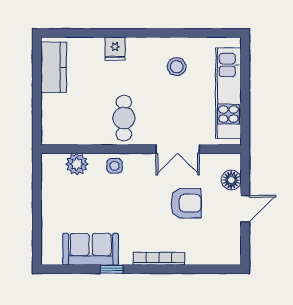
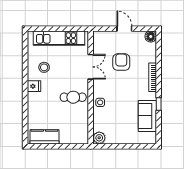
fridge: (115, 49) -> (34, 86), moved
plant: (77, 164) -> (99, 138), moved
floor lamp: (231, 180) -> (151, 36), moved

